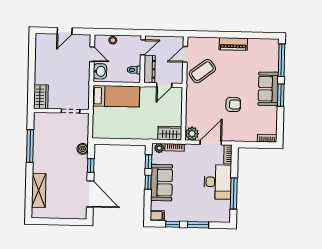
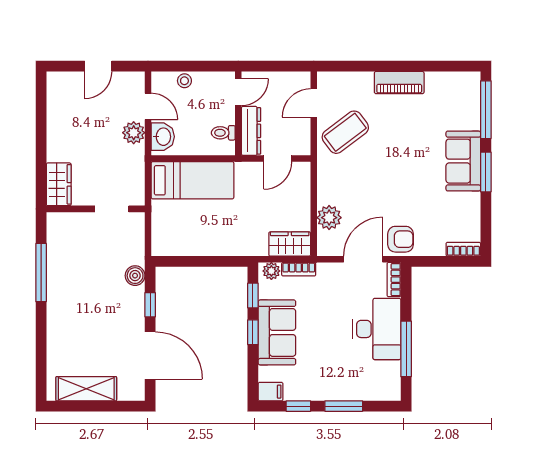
plant: (84, 69) -> (134, 133), added
armchair: (233, 104) -> (401, 239), moved
plant: (192, 134) -> (329, 218), moved
shelving: (39, 190) -> (86, 389), moved, turned 90

